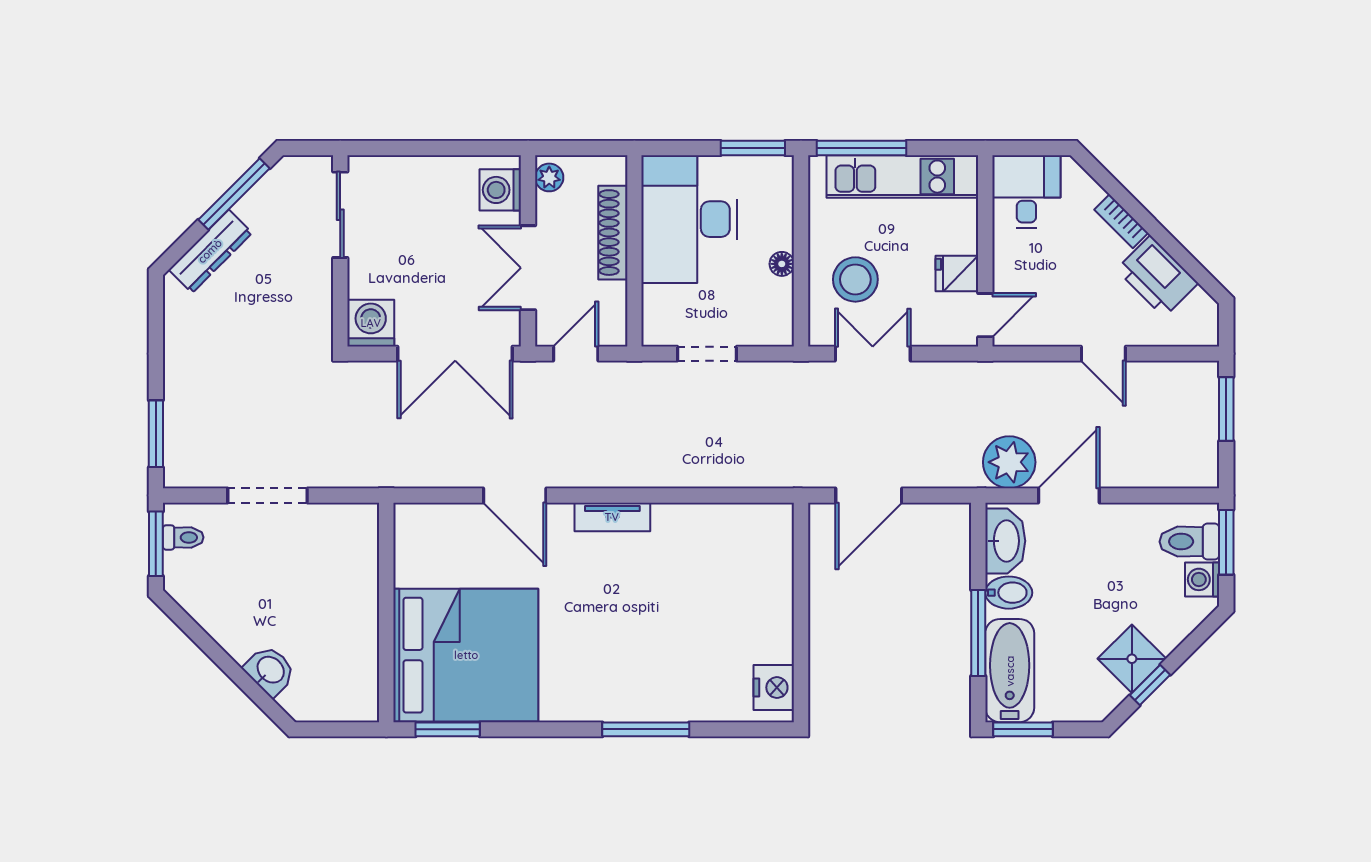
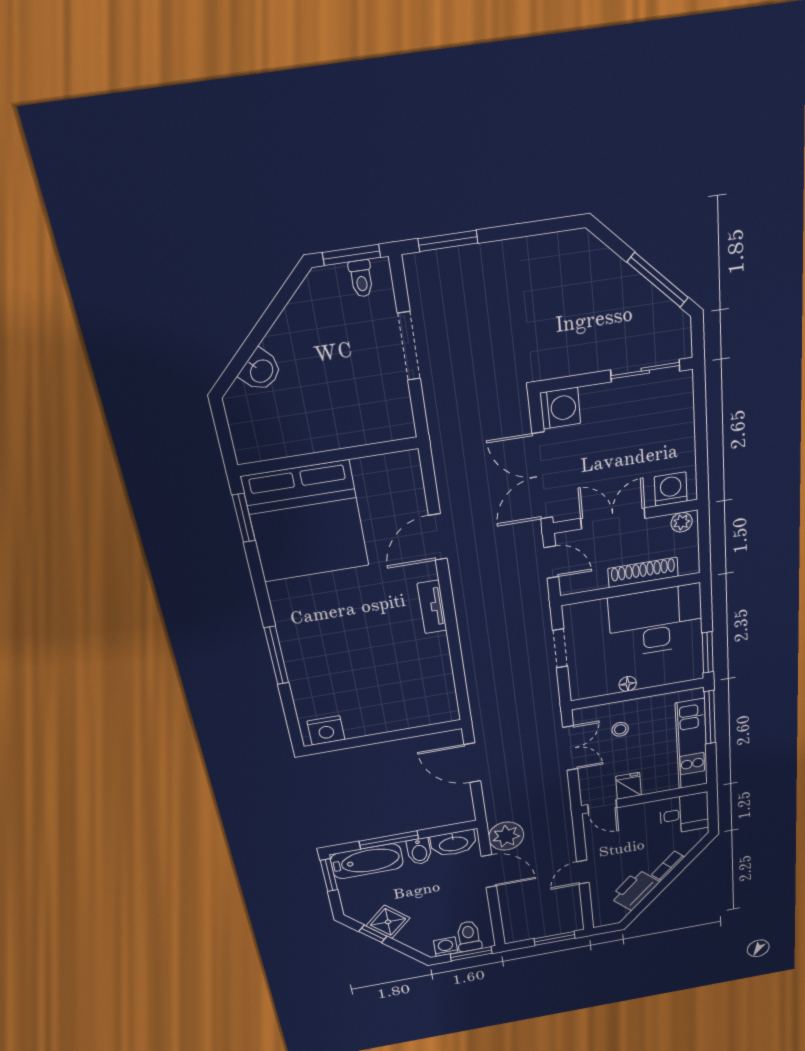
dresser: (210, 251) -> (609, 267), removed
stool: (855, 279) -> (620, 729), width x0.53, depth x0.53

